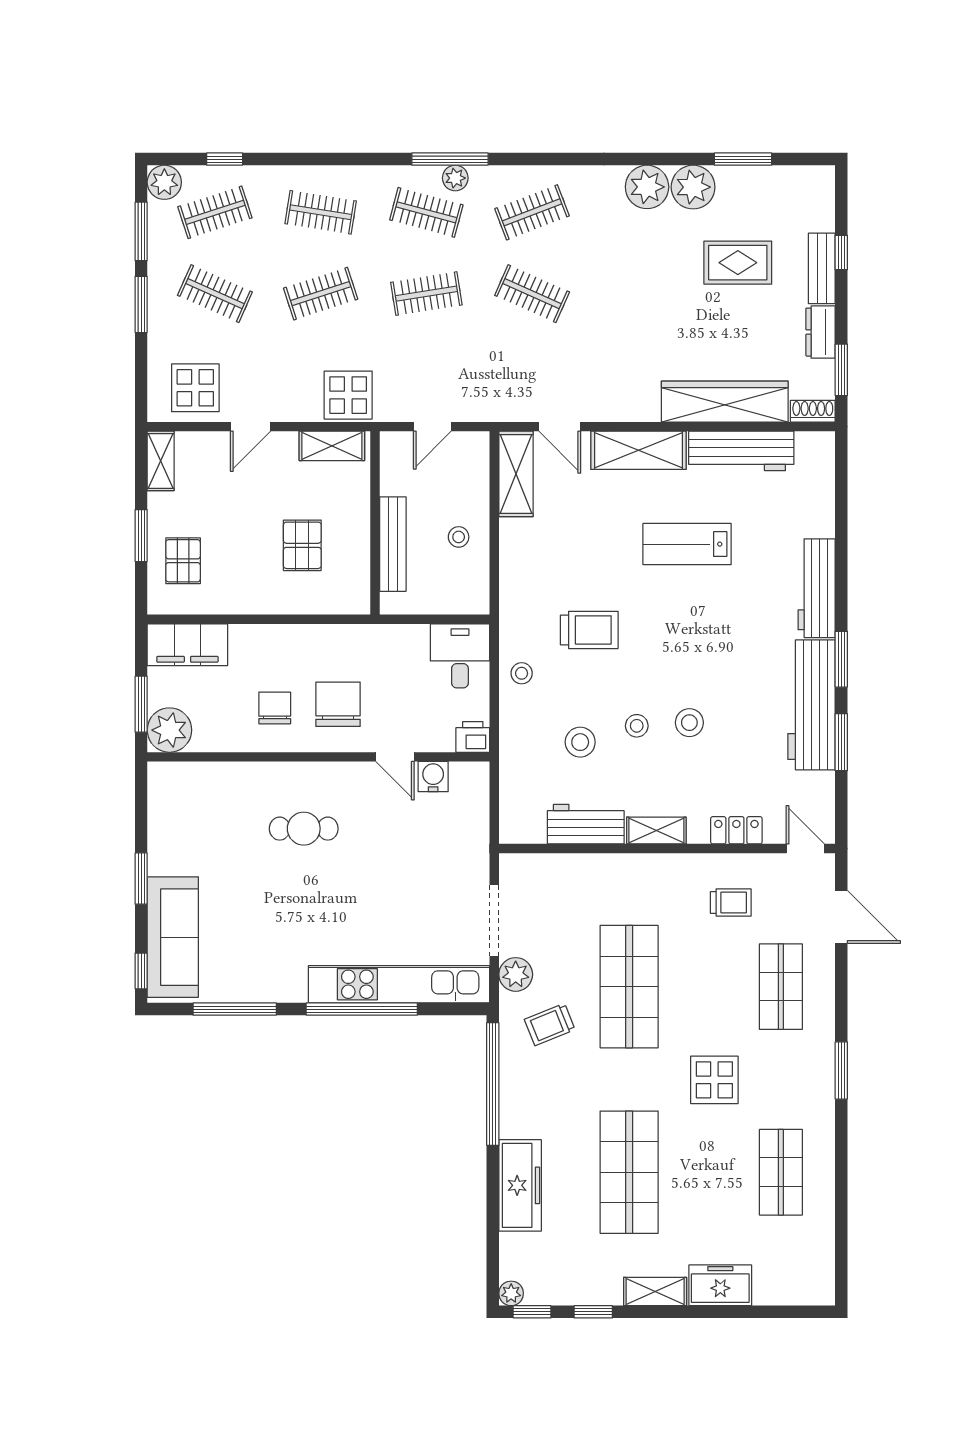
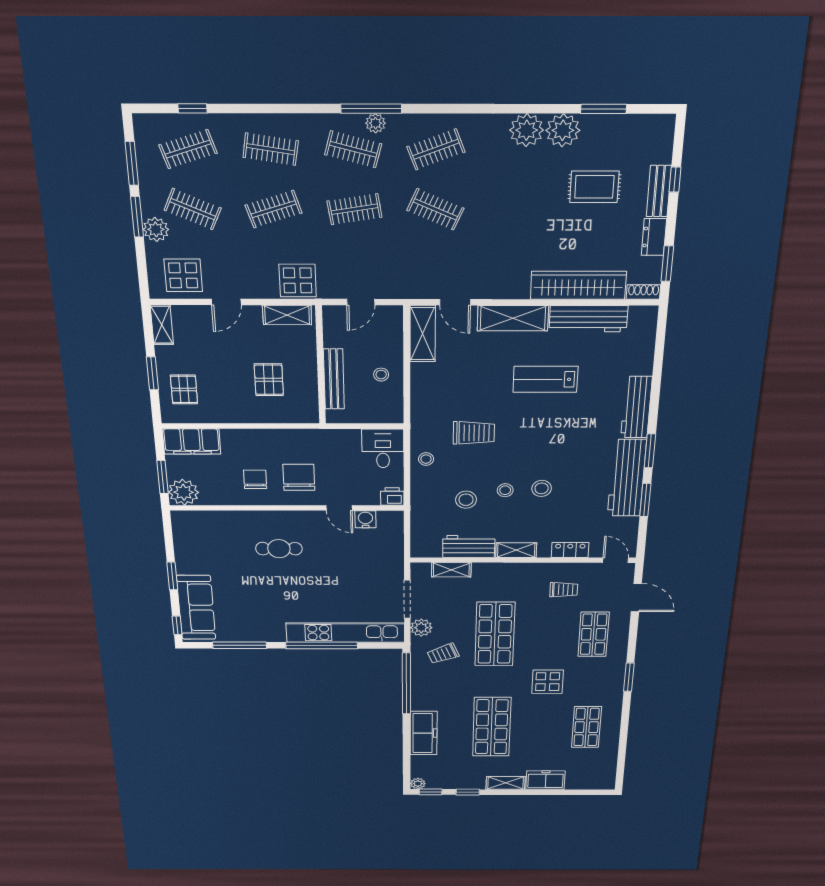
plant: (164, 182) -> (156, 229), moved
shelving: (560, 866) -> (451, 570), added

